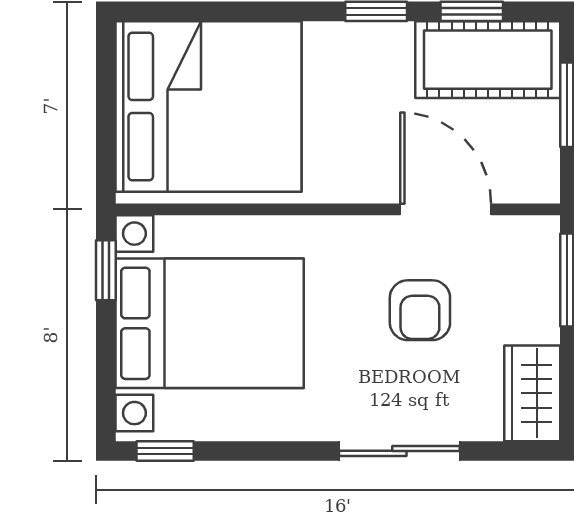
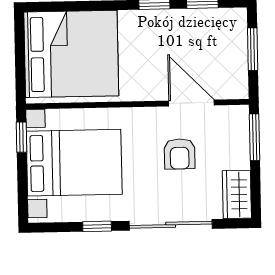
cot: (488, 60) -> (211, 27), removed
window: (165, 451) -> (97, 226), moved
sliding door: (399, 451) -> (171, 225), width x1.37

